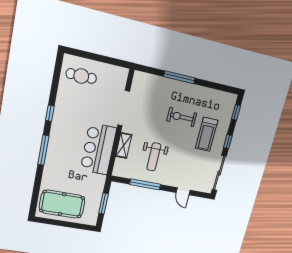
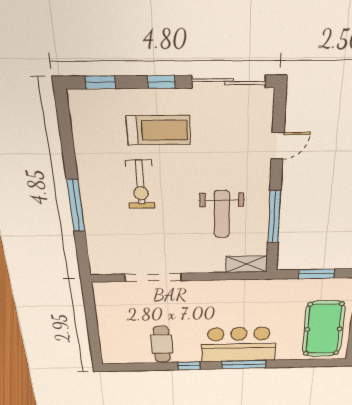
cafe table: (81, 76) -> (162, 344), moved
shelving: (124, 145) -> (246, 264), moved
bar counter: (98, 149) -> (239, 344), moved, turned 180
weight bench: (154, 157) -> (222, 214), turned 90

